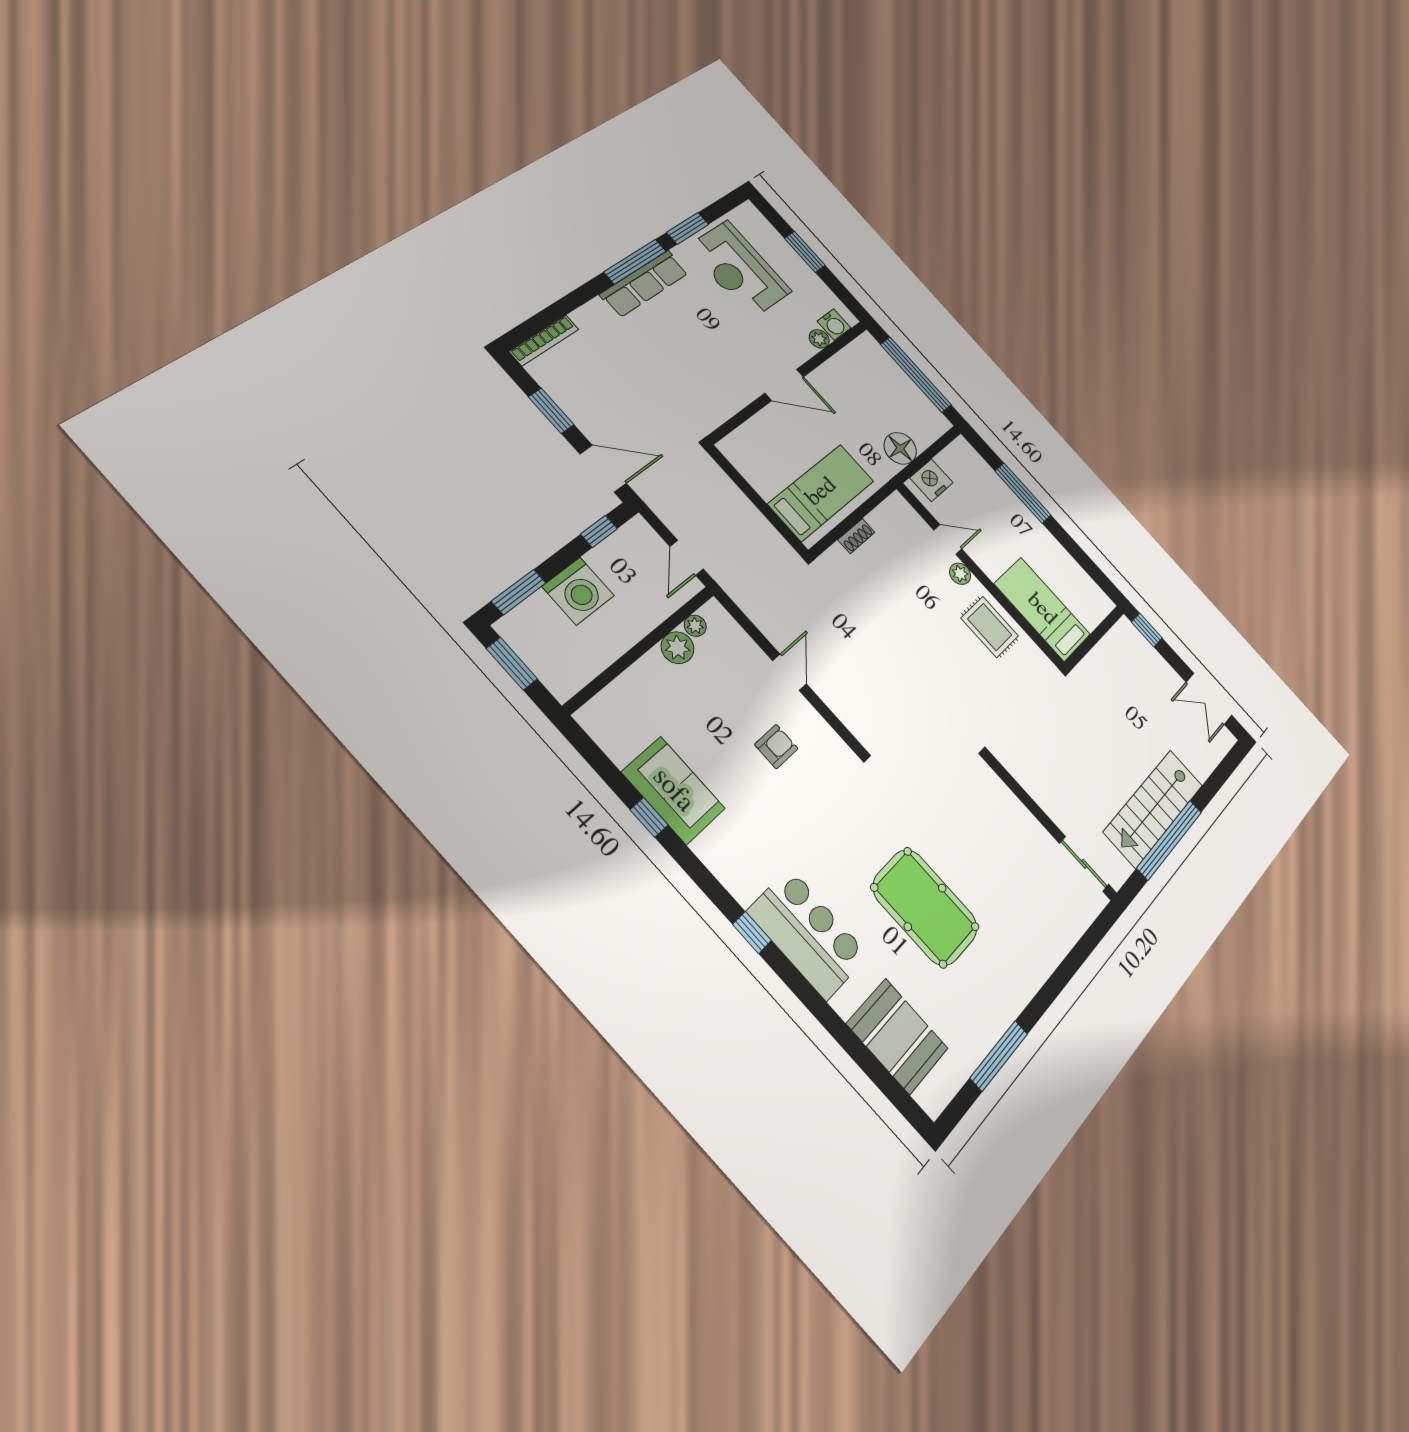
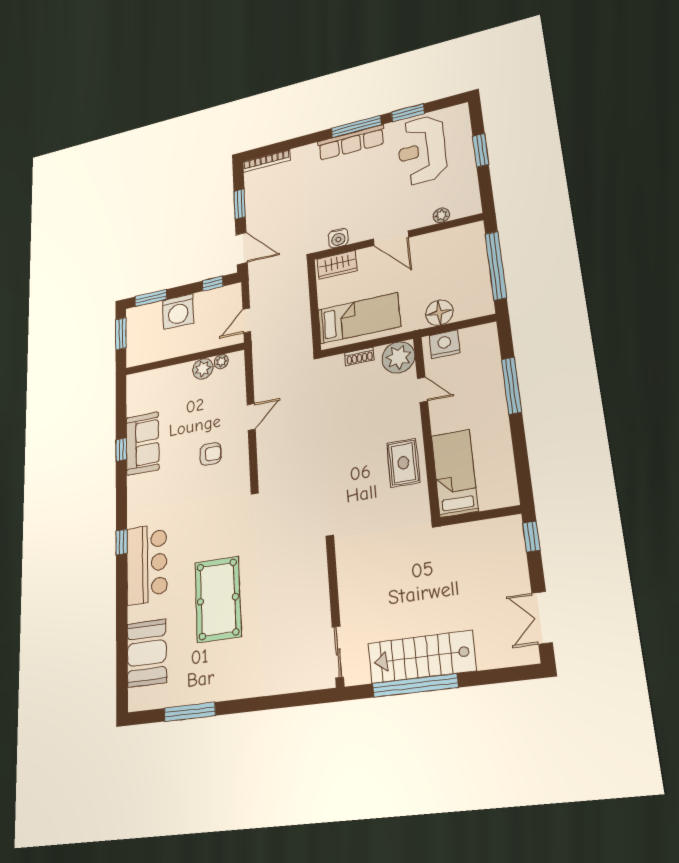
water cooler: (834, 325) -> (338, 238), moved
wardrobe: (746, 440) -> (337, 265), added
plant: (960, 574) -> (398, 357), moved, width x1.87, depth x1.87

